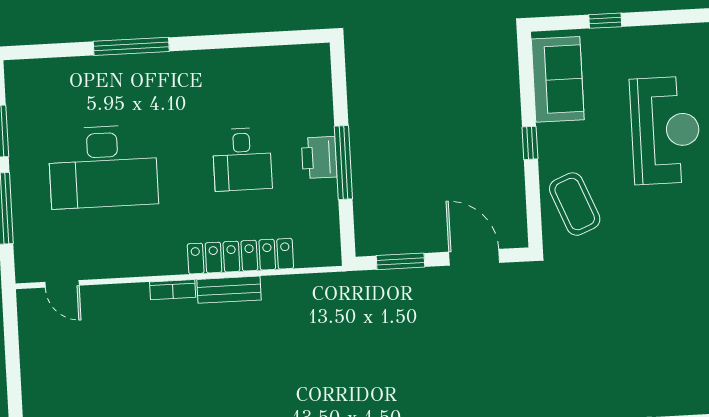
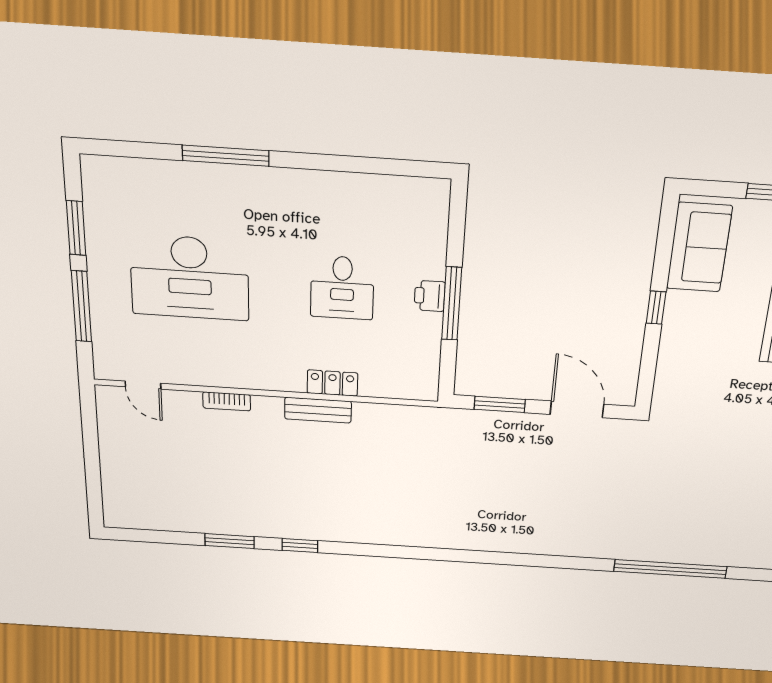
printer: (319, 158) -> (430, 296), width x0.73, depth x0.81
coffee table: (575, 204) -> (692, 372), removed
locker: (240, 256) -> (332, 383), width x0.46, depth x0.83
bookcase: (173, 290) -> (227, 401), moved

